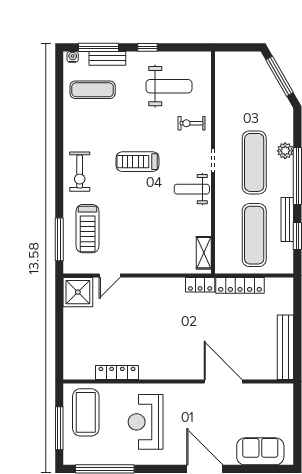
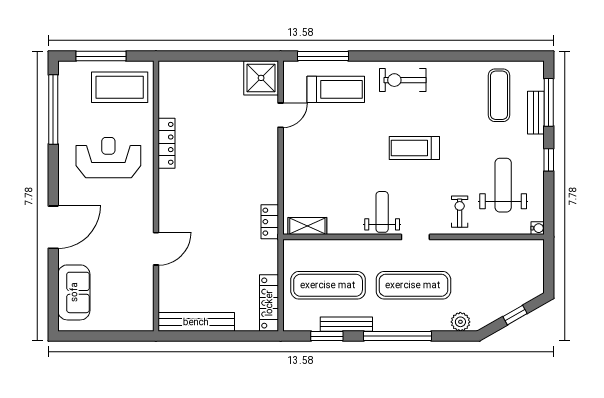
water cooler: (73, 57) -> (538, 228), moved
window: (280, 76) -> (515, 315), width x0.46
weight bench: (169, 86) -> (503, 185), turned 180
plant: (285, 151) -> (460, 322), moved
treadmill: (138, 162) -> (414, 148), turned -90
treadmill: (88, 229) -> (336, 89), turned 180
door: (110, 276) -> (281, 115), swing flipped
locker: (240, 285) -> (269, 303), moved
locker: (117, 372) -> (167, 143), moved
door: (223, 381) -> (156, 249), width x0.73

